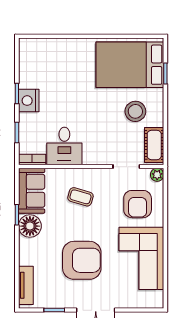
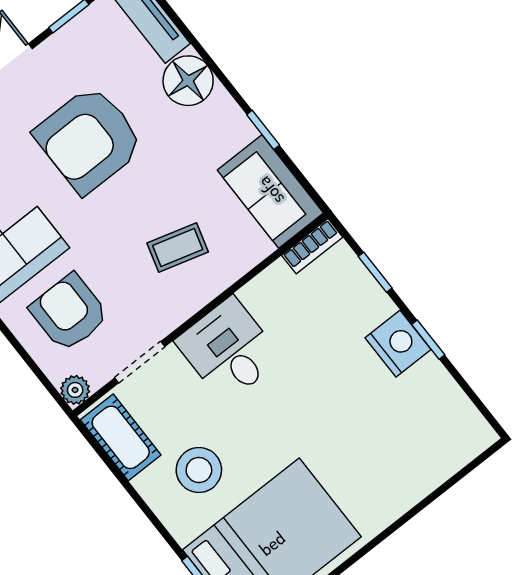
desk: (64, 146) -> (229, 350), moved
floor lamp: (30, 226) -> (188, 81), moved

